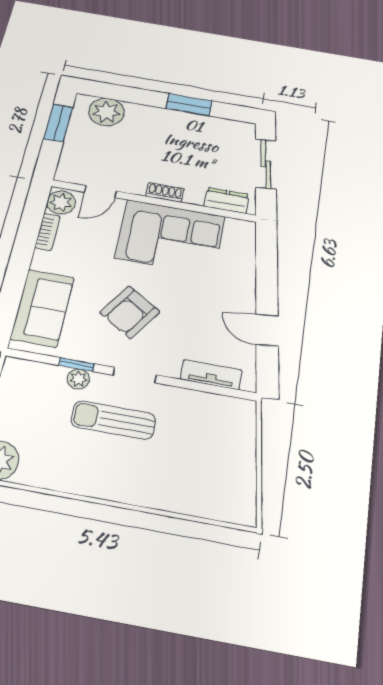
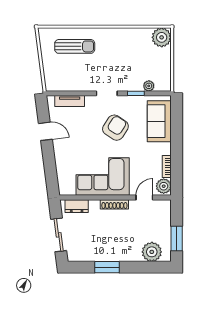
shoe rack: (165, 192) -> (114, 204), width x1.43
plant: (78, 379) -> (149, 86), moved
sun lounger: (113, 420) -> (75, 46), moved

